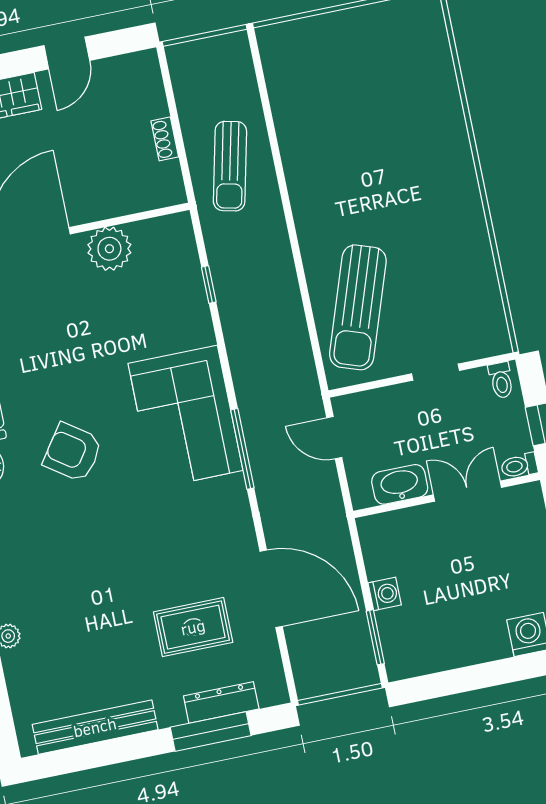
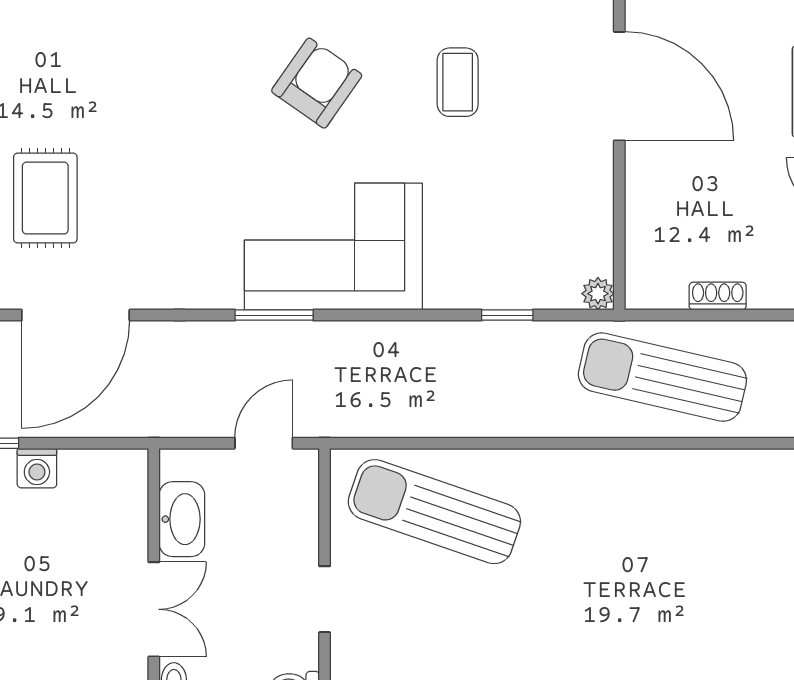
sun lounger: (230, 166) -> (662, 377), width x1.36, depth x1.34
plant: (109, 249) -> (598, 294), moved, width x0.53, depth x0.53
coffee table: (52, 353) -> (458, 82), added
window: (242, 449) -> (274, 315), width x0.69

